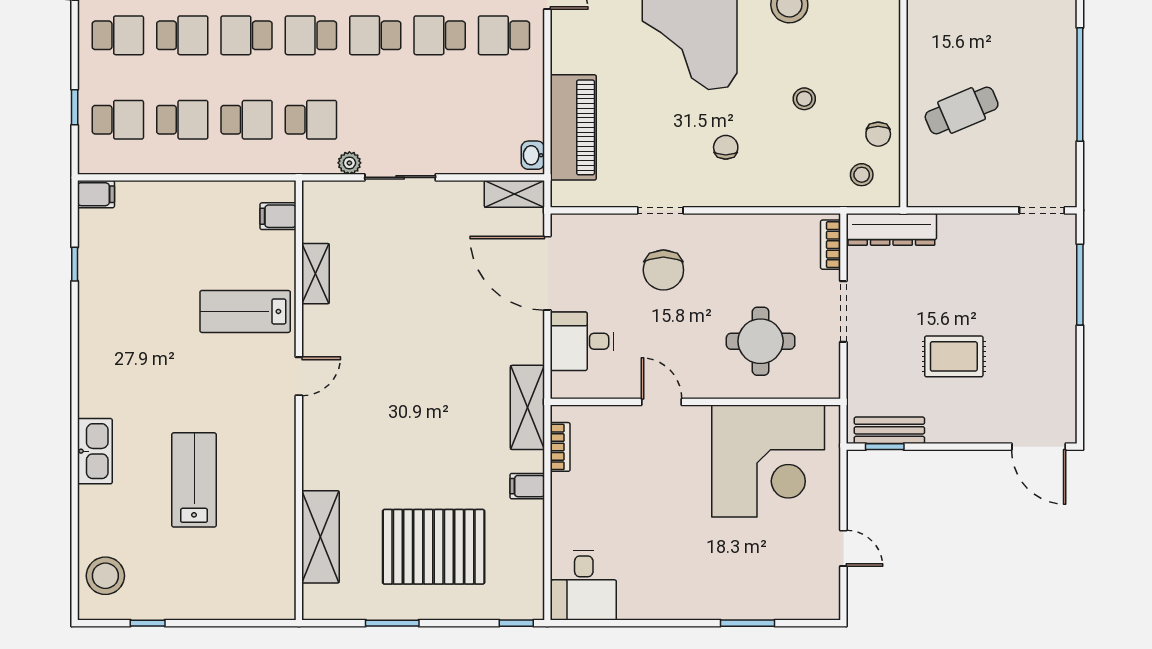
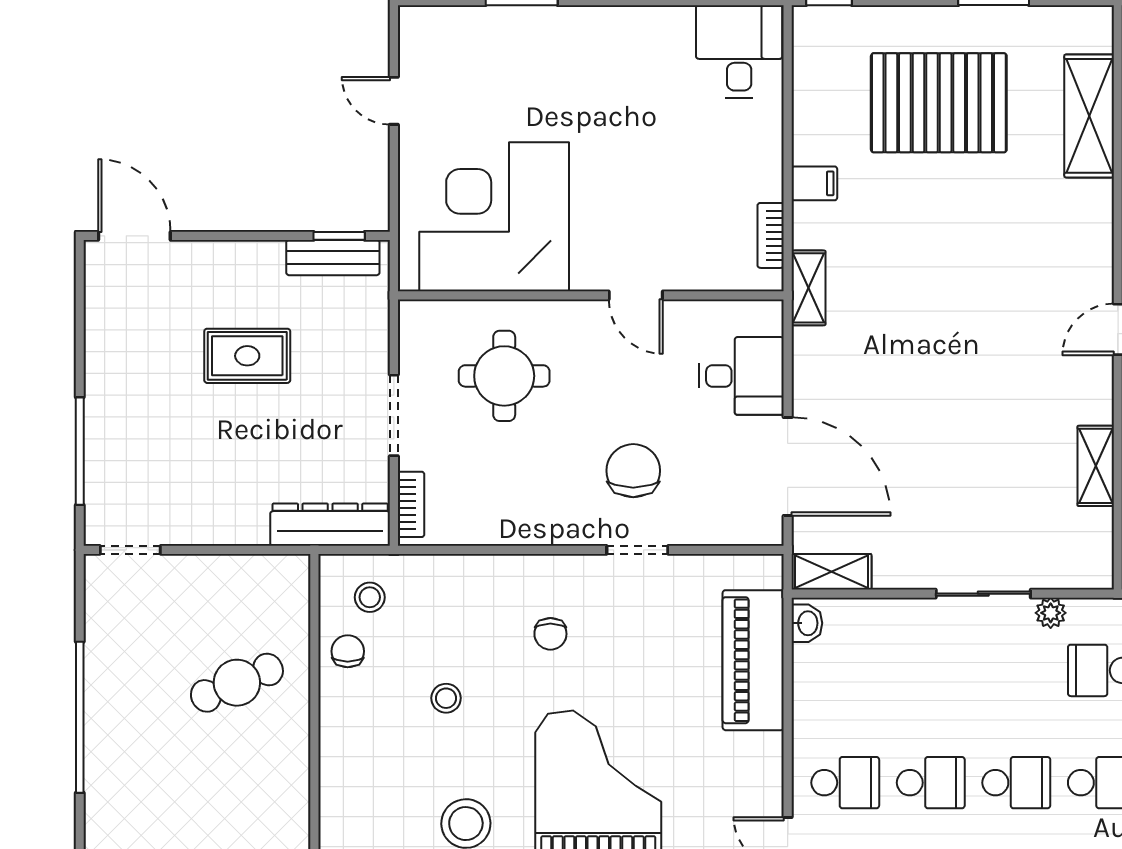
shelving: (527, 407) -> (808, 288), width x0.67, depth x0.75

